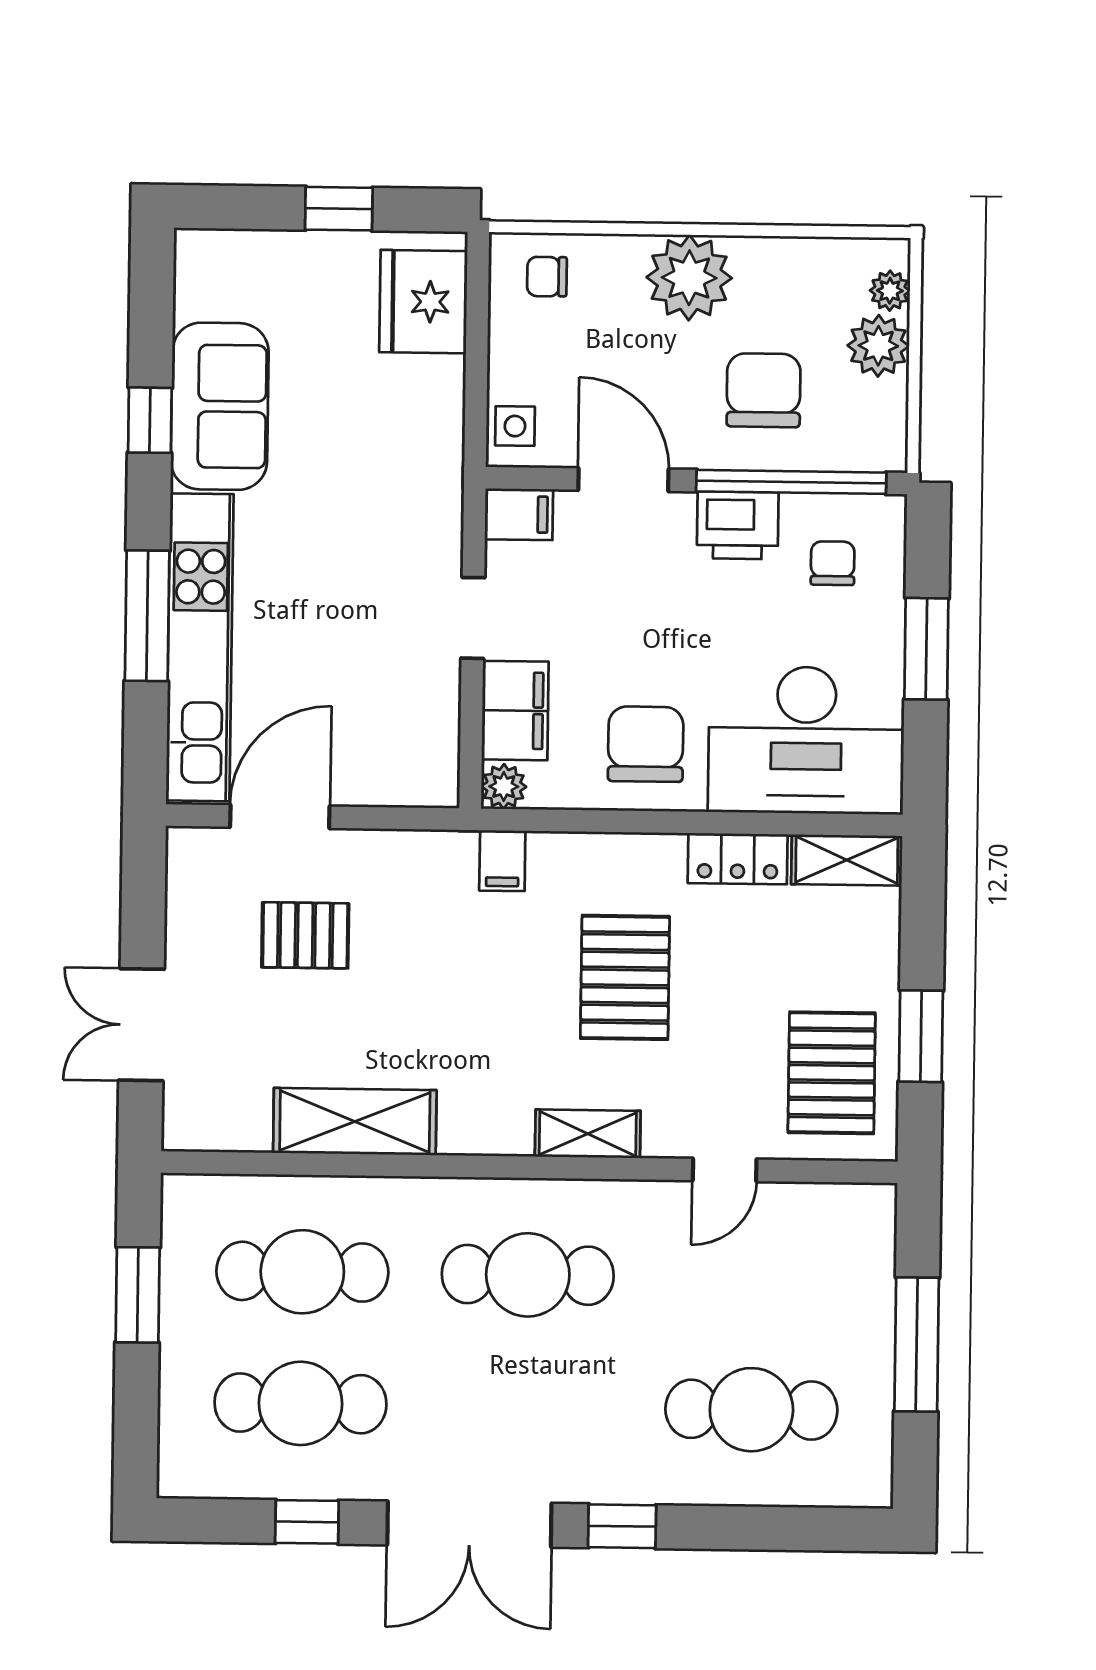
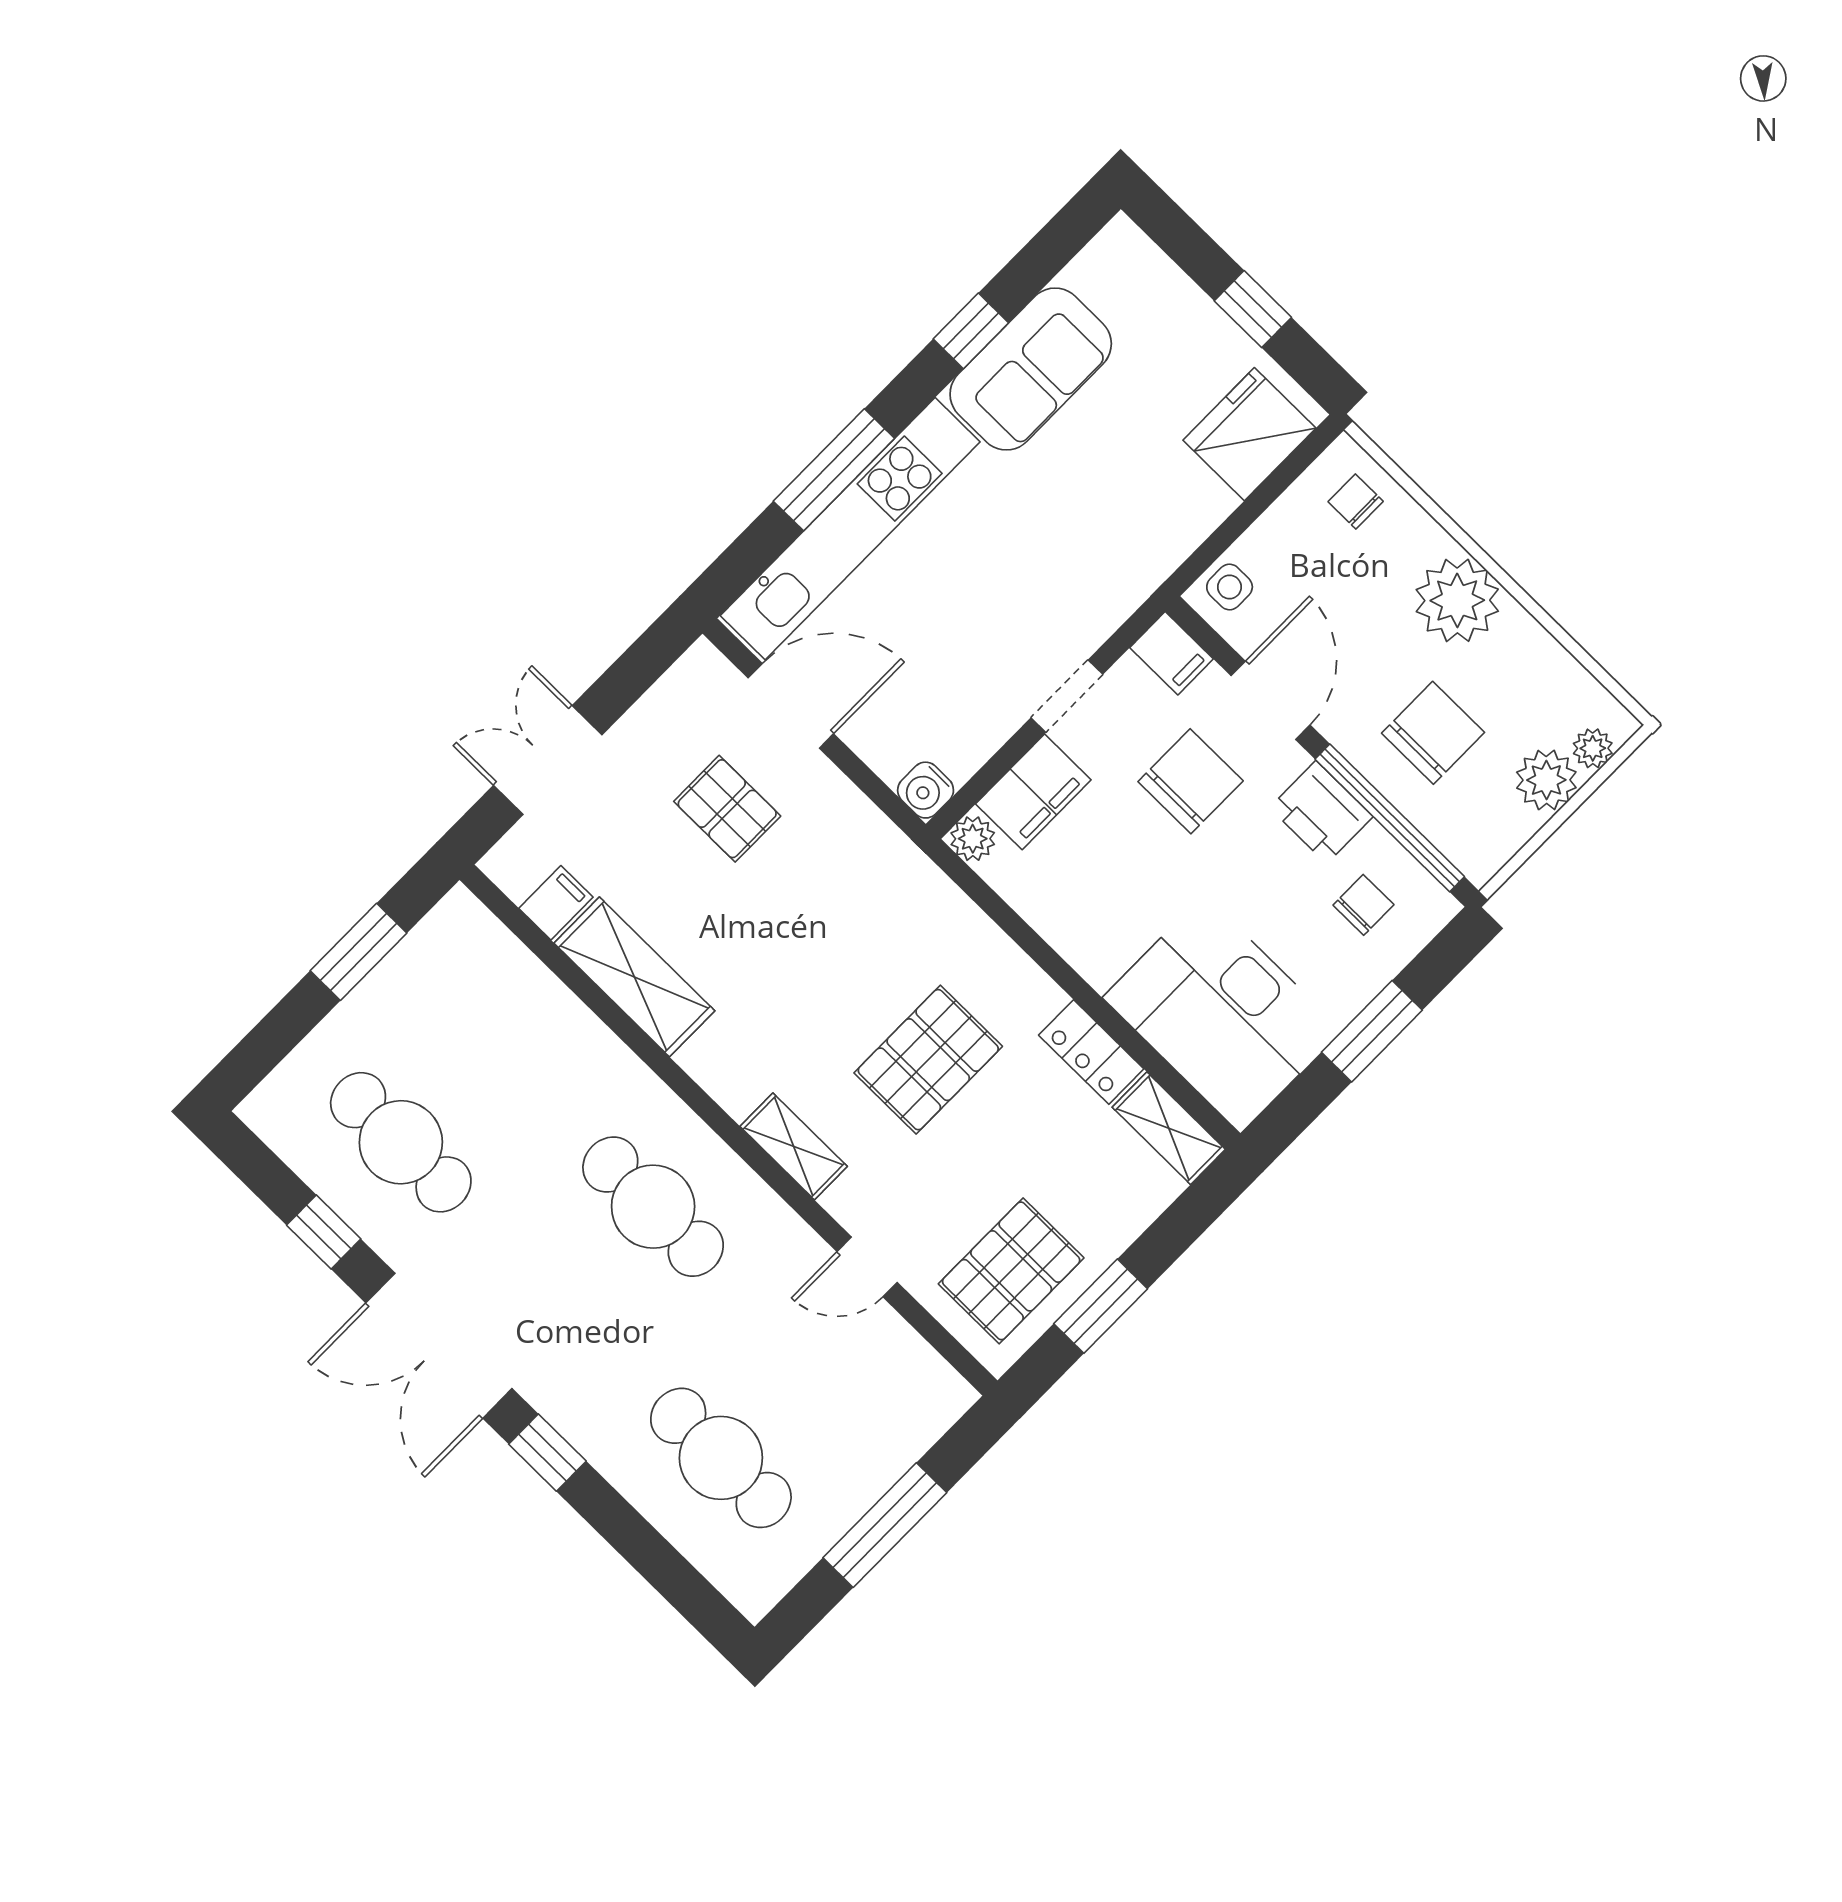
chair: (646, 744) -> (1191, 781), moved
water cooler: (436, 784) -> (926, 790), added
filing cabinet: (502, 861) -> (556, 903), moved, turned 180
cafe table: (302, 1272) -> (493, 1049), removed

